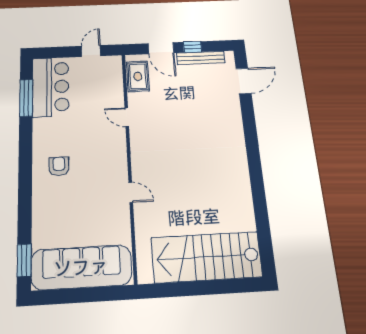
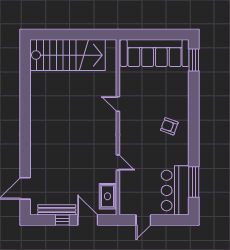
armchair: (59, 166) -> (169, 126), turned 110

